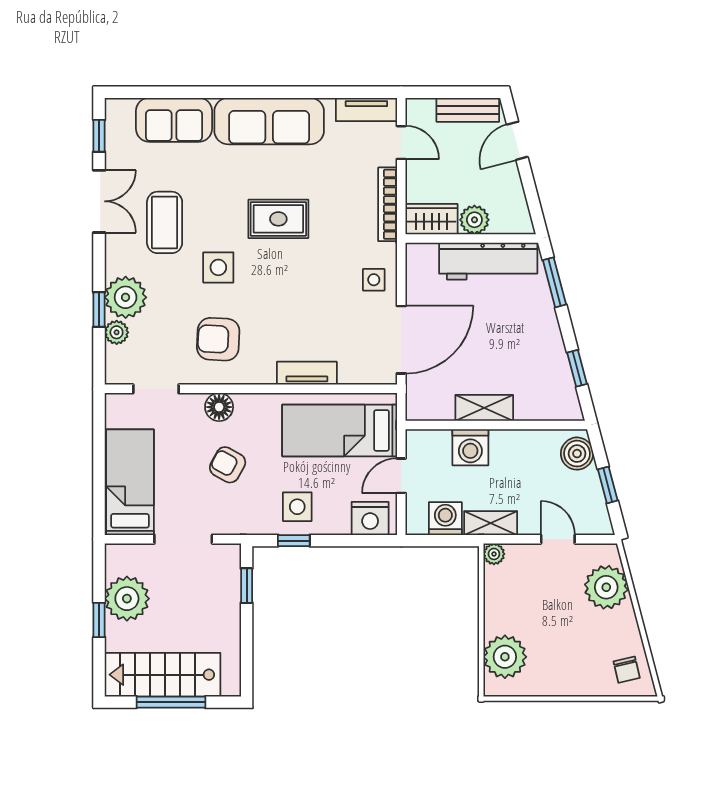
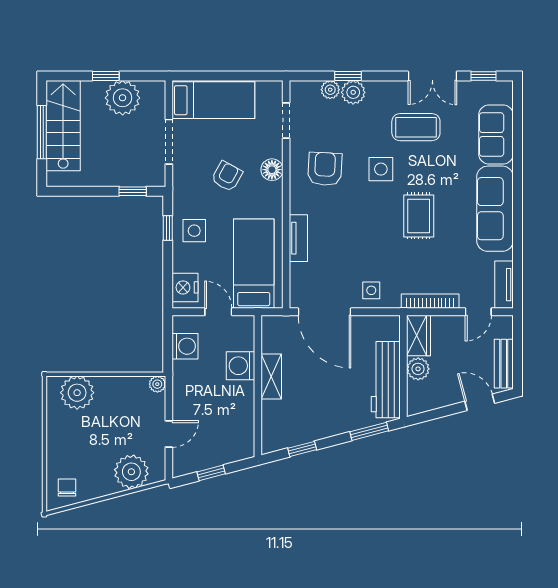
plant: (126, 297) -> (353, 92), width x0.73, depth x0.73
boiler: (577, 454) -> (236, 449), removed
shelving: (491, 523) -> (181, 381), removed
chair: (627, 670) -> (67, 488), turned 103

